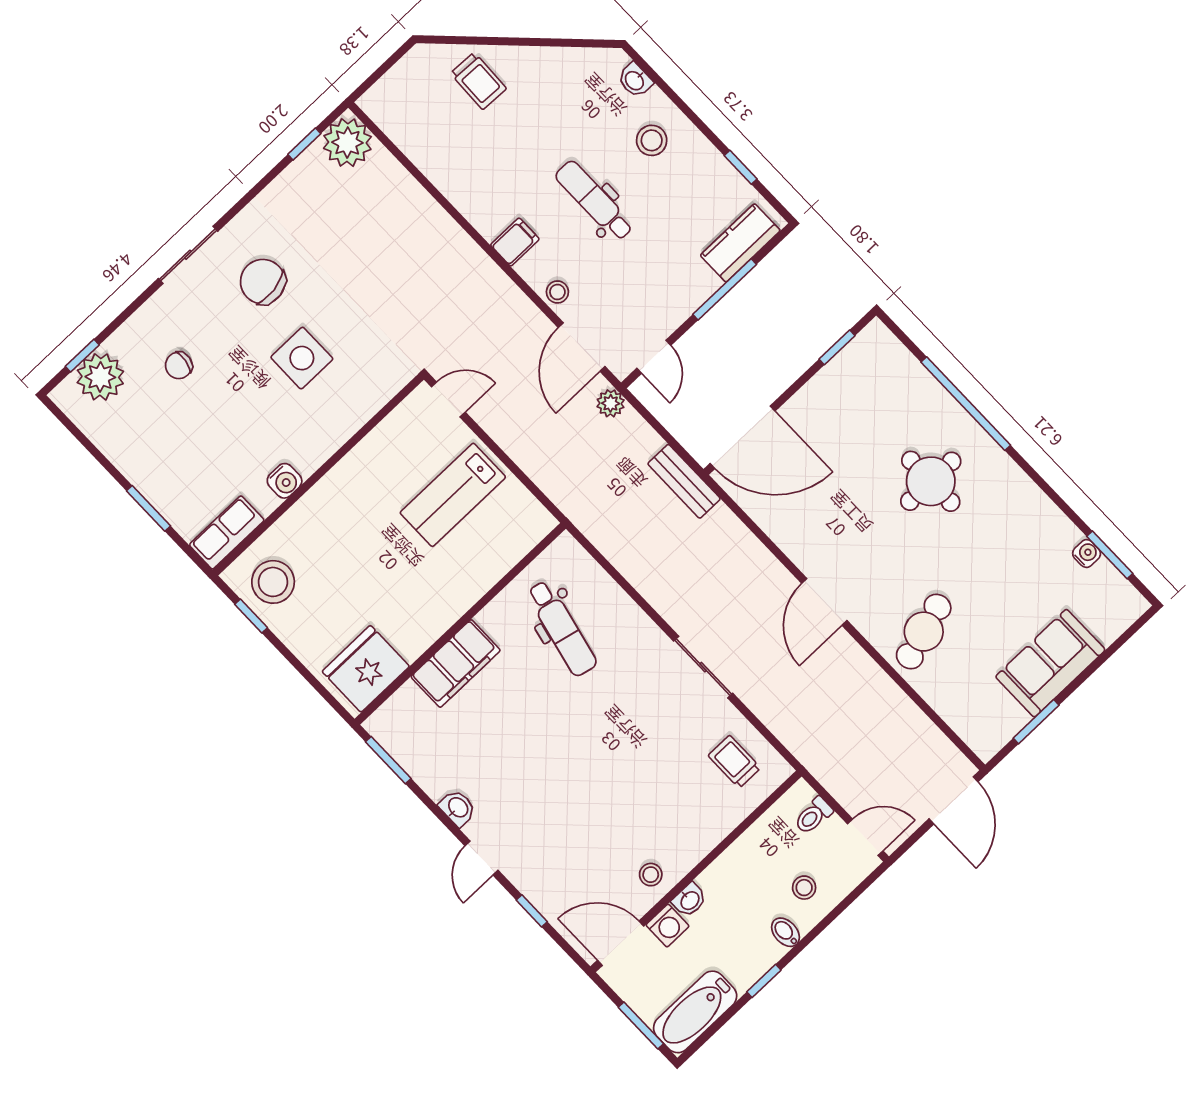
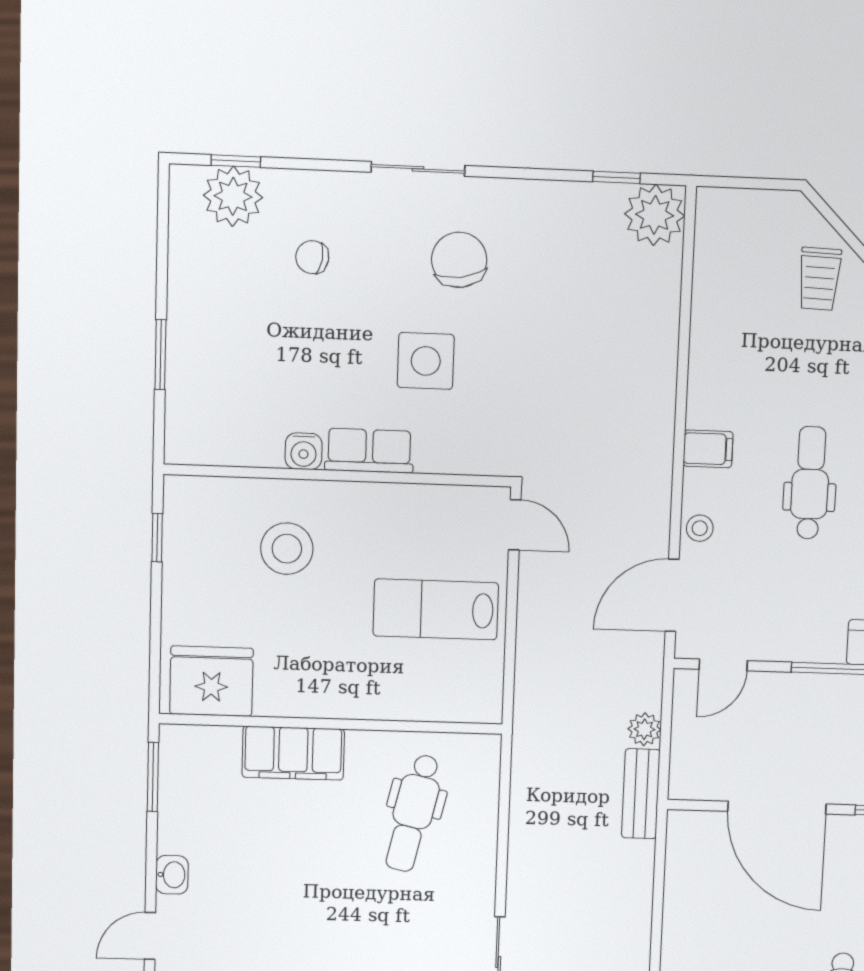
plant: (611, 403) -> (644, 729), moved
door: (743, 437) -> (777, 808), moved
row of seats: (227, 532) -> (369, 451), moved
stool: (273, 582) -> (287, 549), moved

